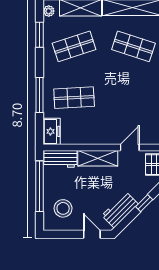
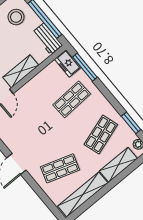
window: (40, 95) -> (85, 67), moved
workbench: (60, 159) -> (47, 39), moved, turned -90

